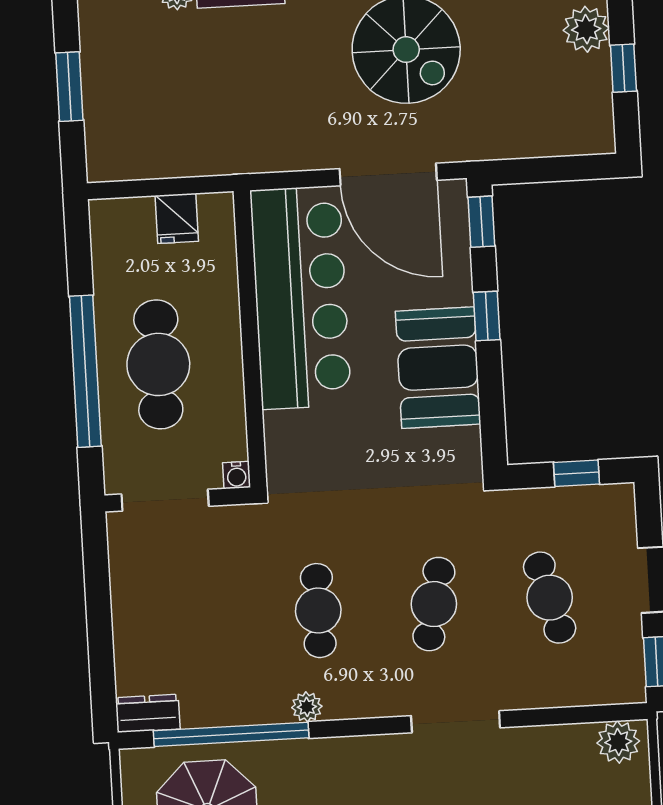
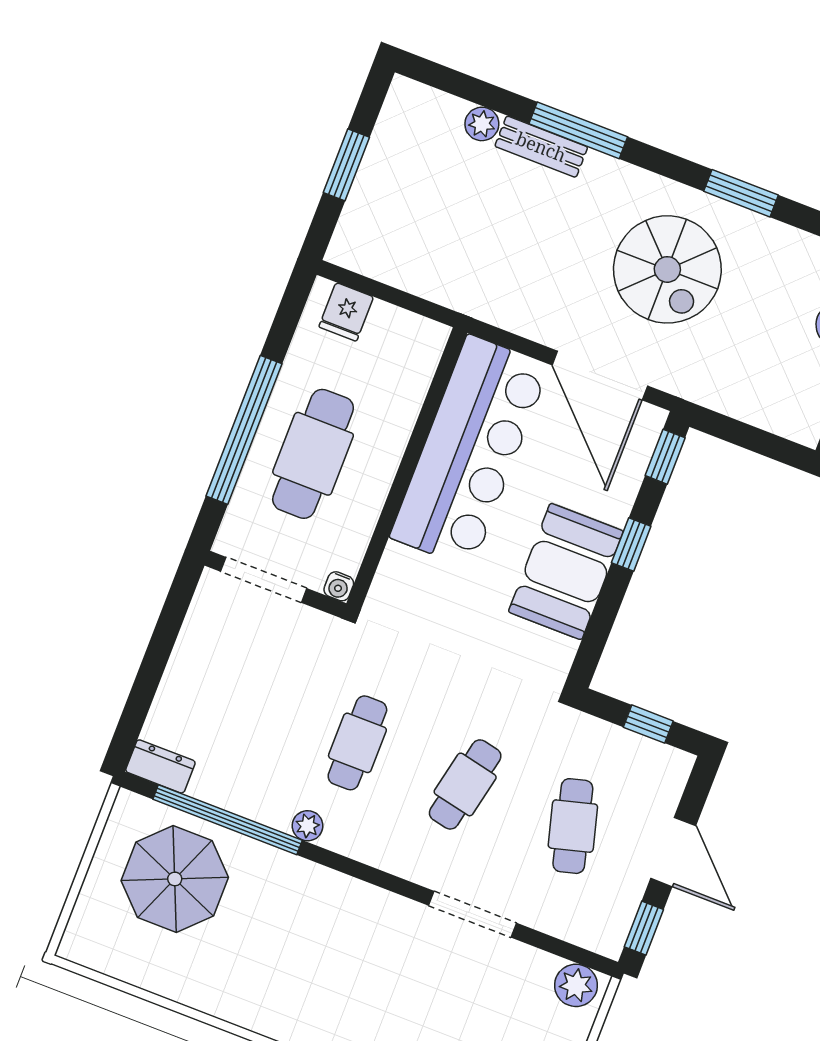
fridge: (177, 218) -> (346, 312), moved
doorway: (456, 722) -> (473, 914), moved

